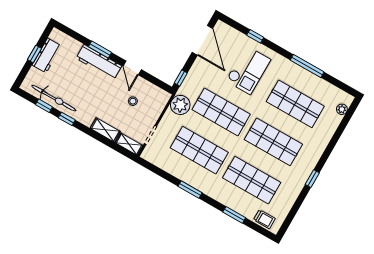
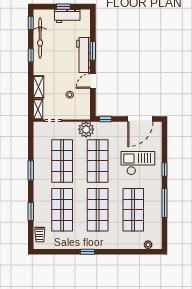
window: (255, 36) -> (165, 170), moved
checkout: (248, 70) -> (138, 163), turned 180
window: (44, 106) -> (31, 23), moved

